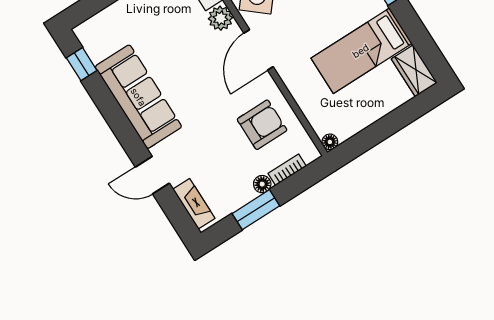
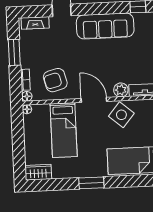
bed: (361, 51) -> (64, 130), moved, turned 180
armchair: (262, 125) -> (55, 80), turned 75
floor lamp: (262, 184) -> (27, 96), moved

